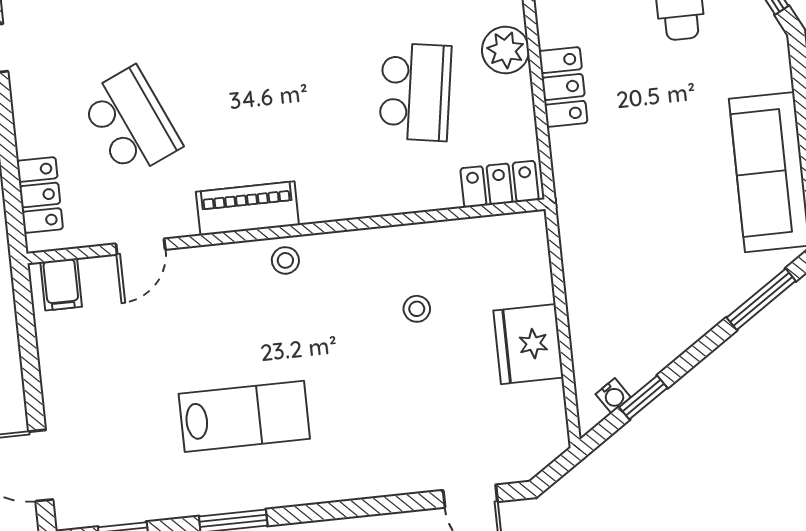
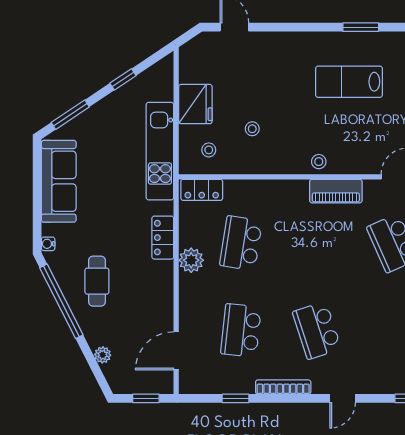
kitchen unit: (586, 249) -> (160, 151), added
stool: (494, 261) -> (209, 150), added
water cooler: (613, 396) -> (48, 244), moved, turned -56
window: (643, 398) -> (123, 79), moved

